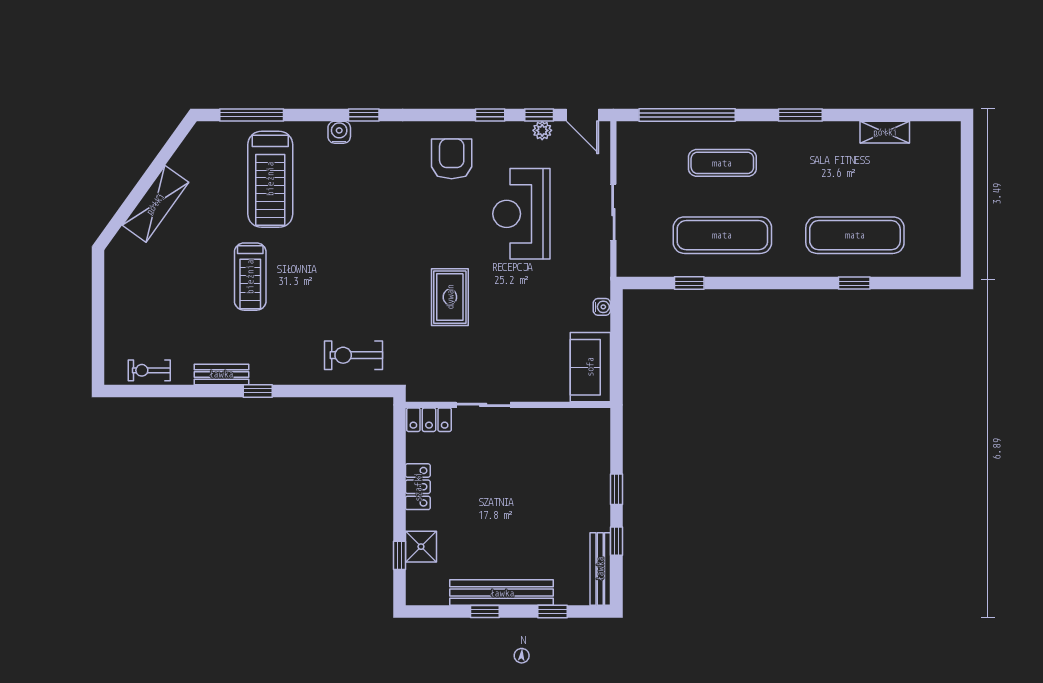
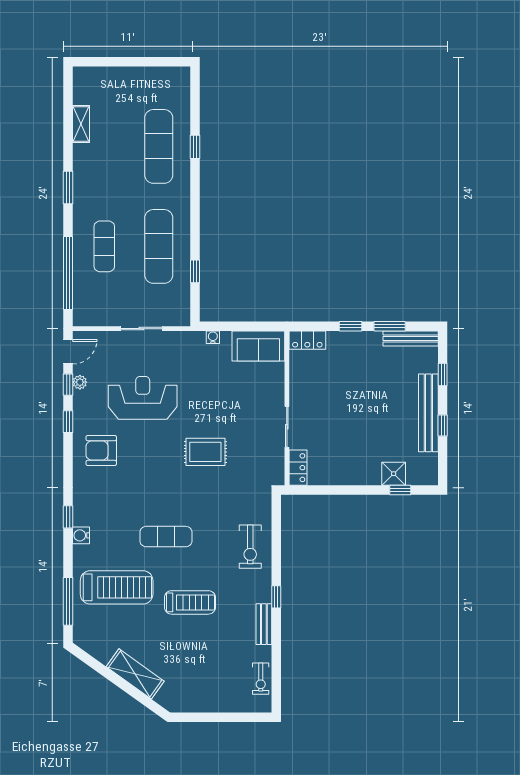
reception desk: (521, 214) -> (143, 398), turned 180
exercise mat: (338, 245) -> (166, 537), added
exercise bike: (354, 355) -> (250, 547), moved
locker: (418, 487) -> (307, 340), moved, turned 180
window: (617, 541) -> (390, 326), width x1.50

